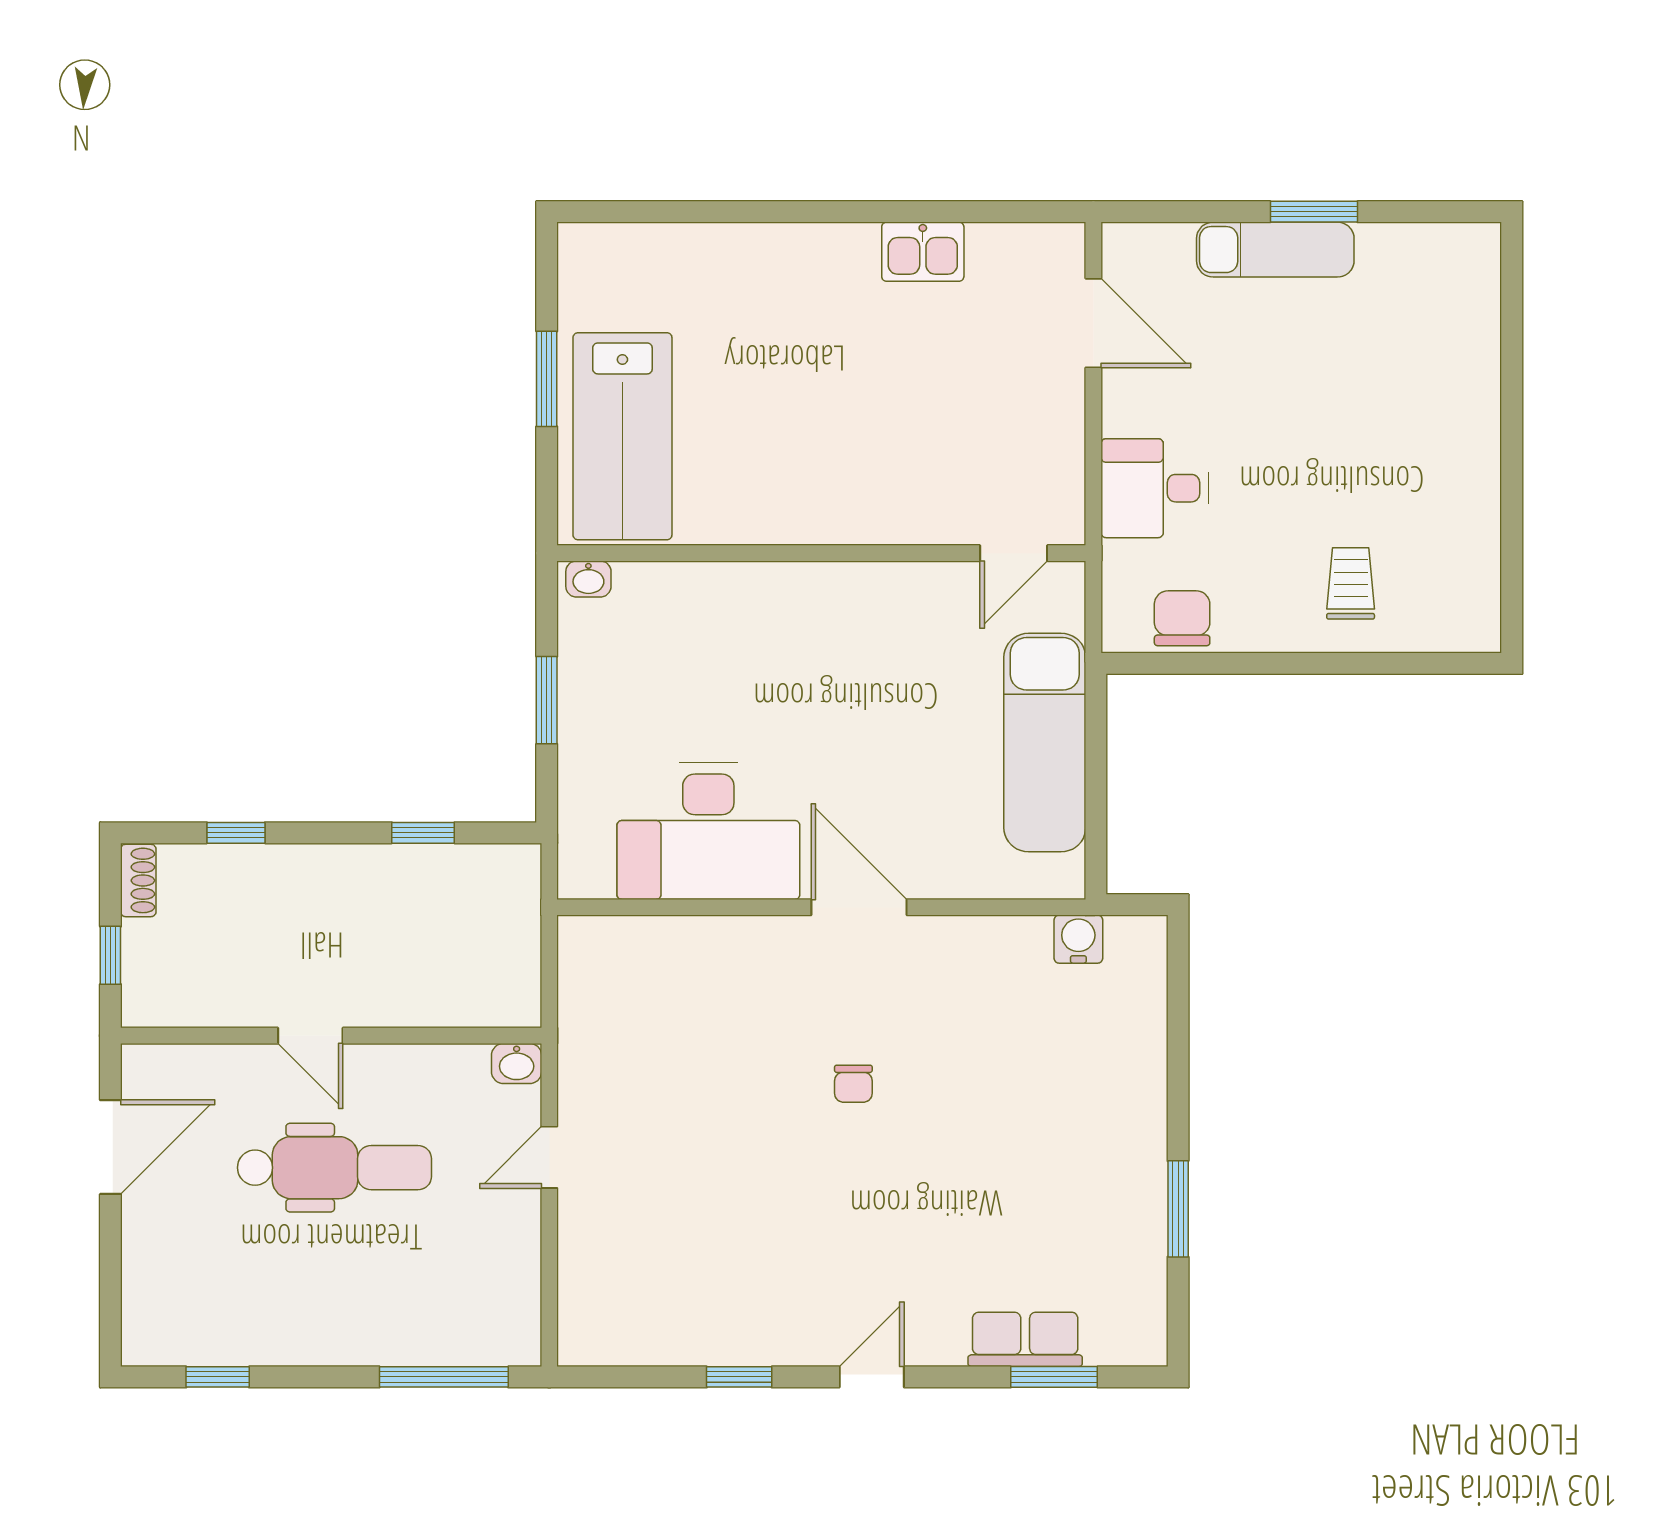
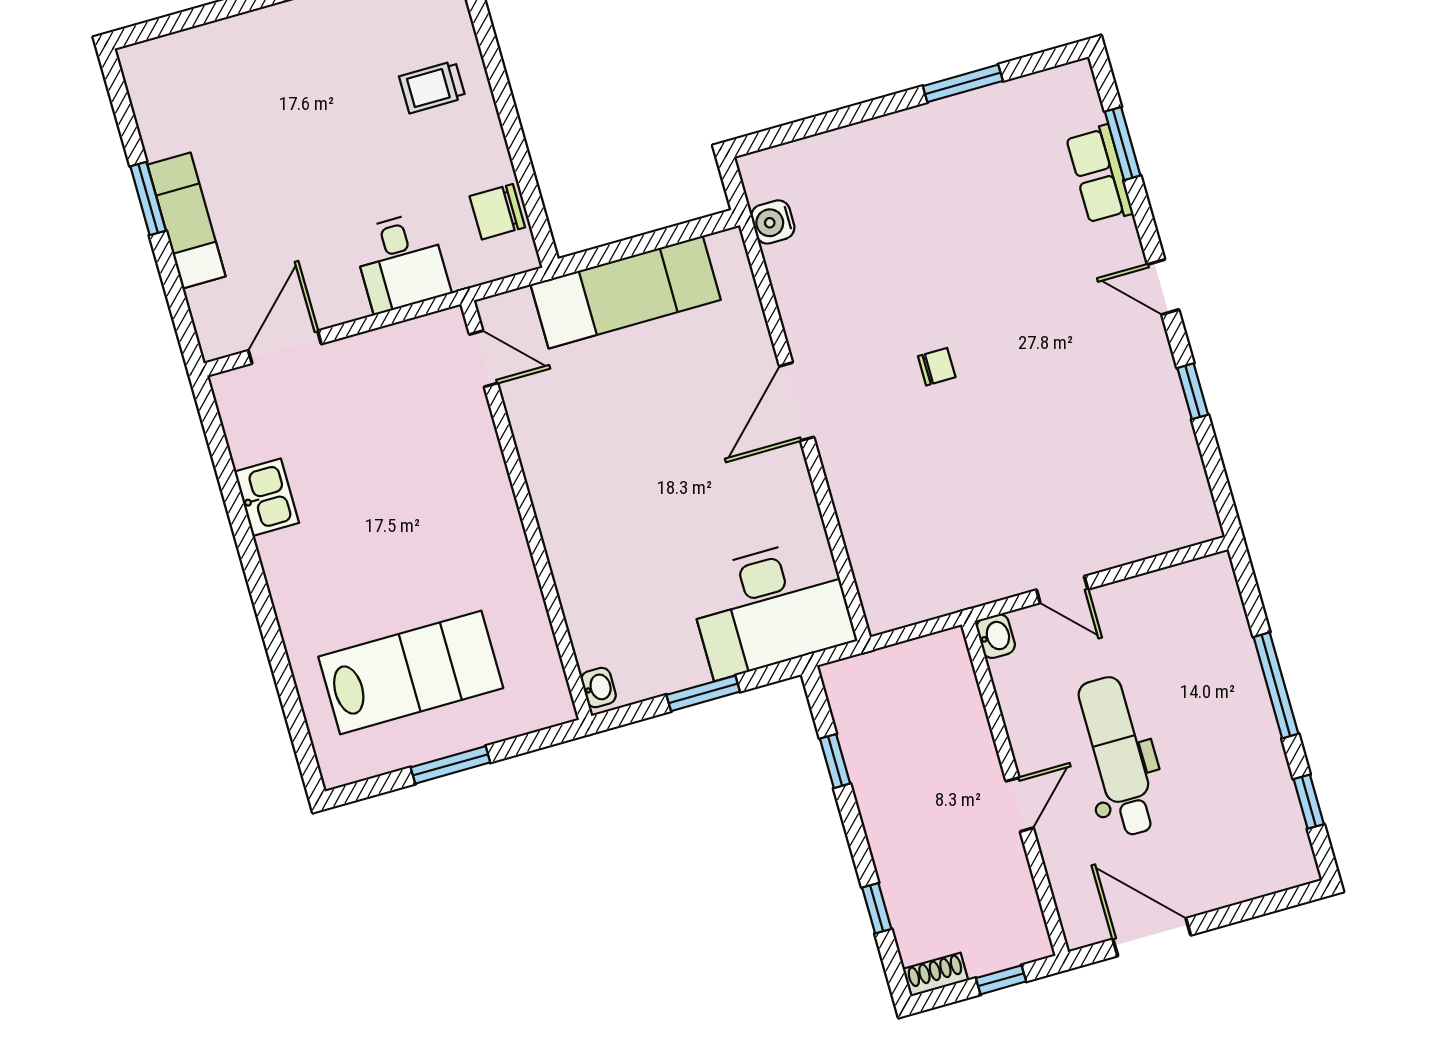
lab bench: (622, 436) -> (411, 672), moved
desk: (708, 831) -> (771, 607), moved, turned 90
window: (444, 1377) -> (1276, 685), moved

